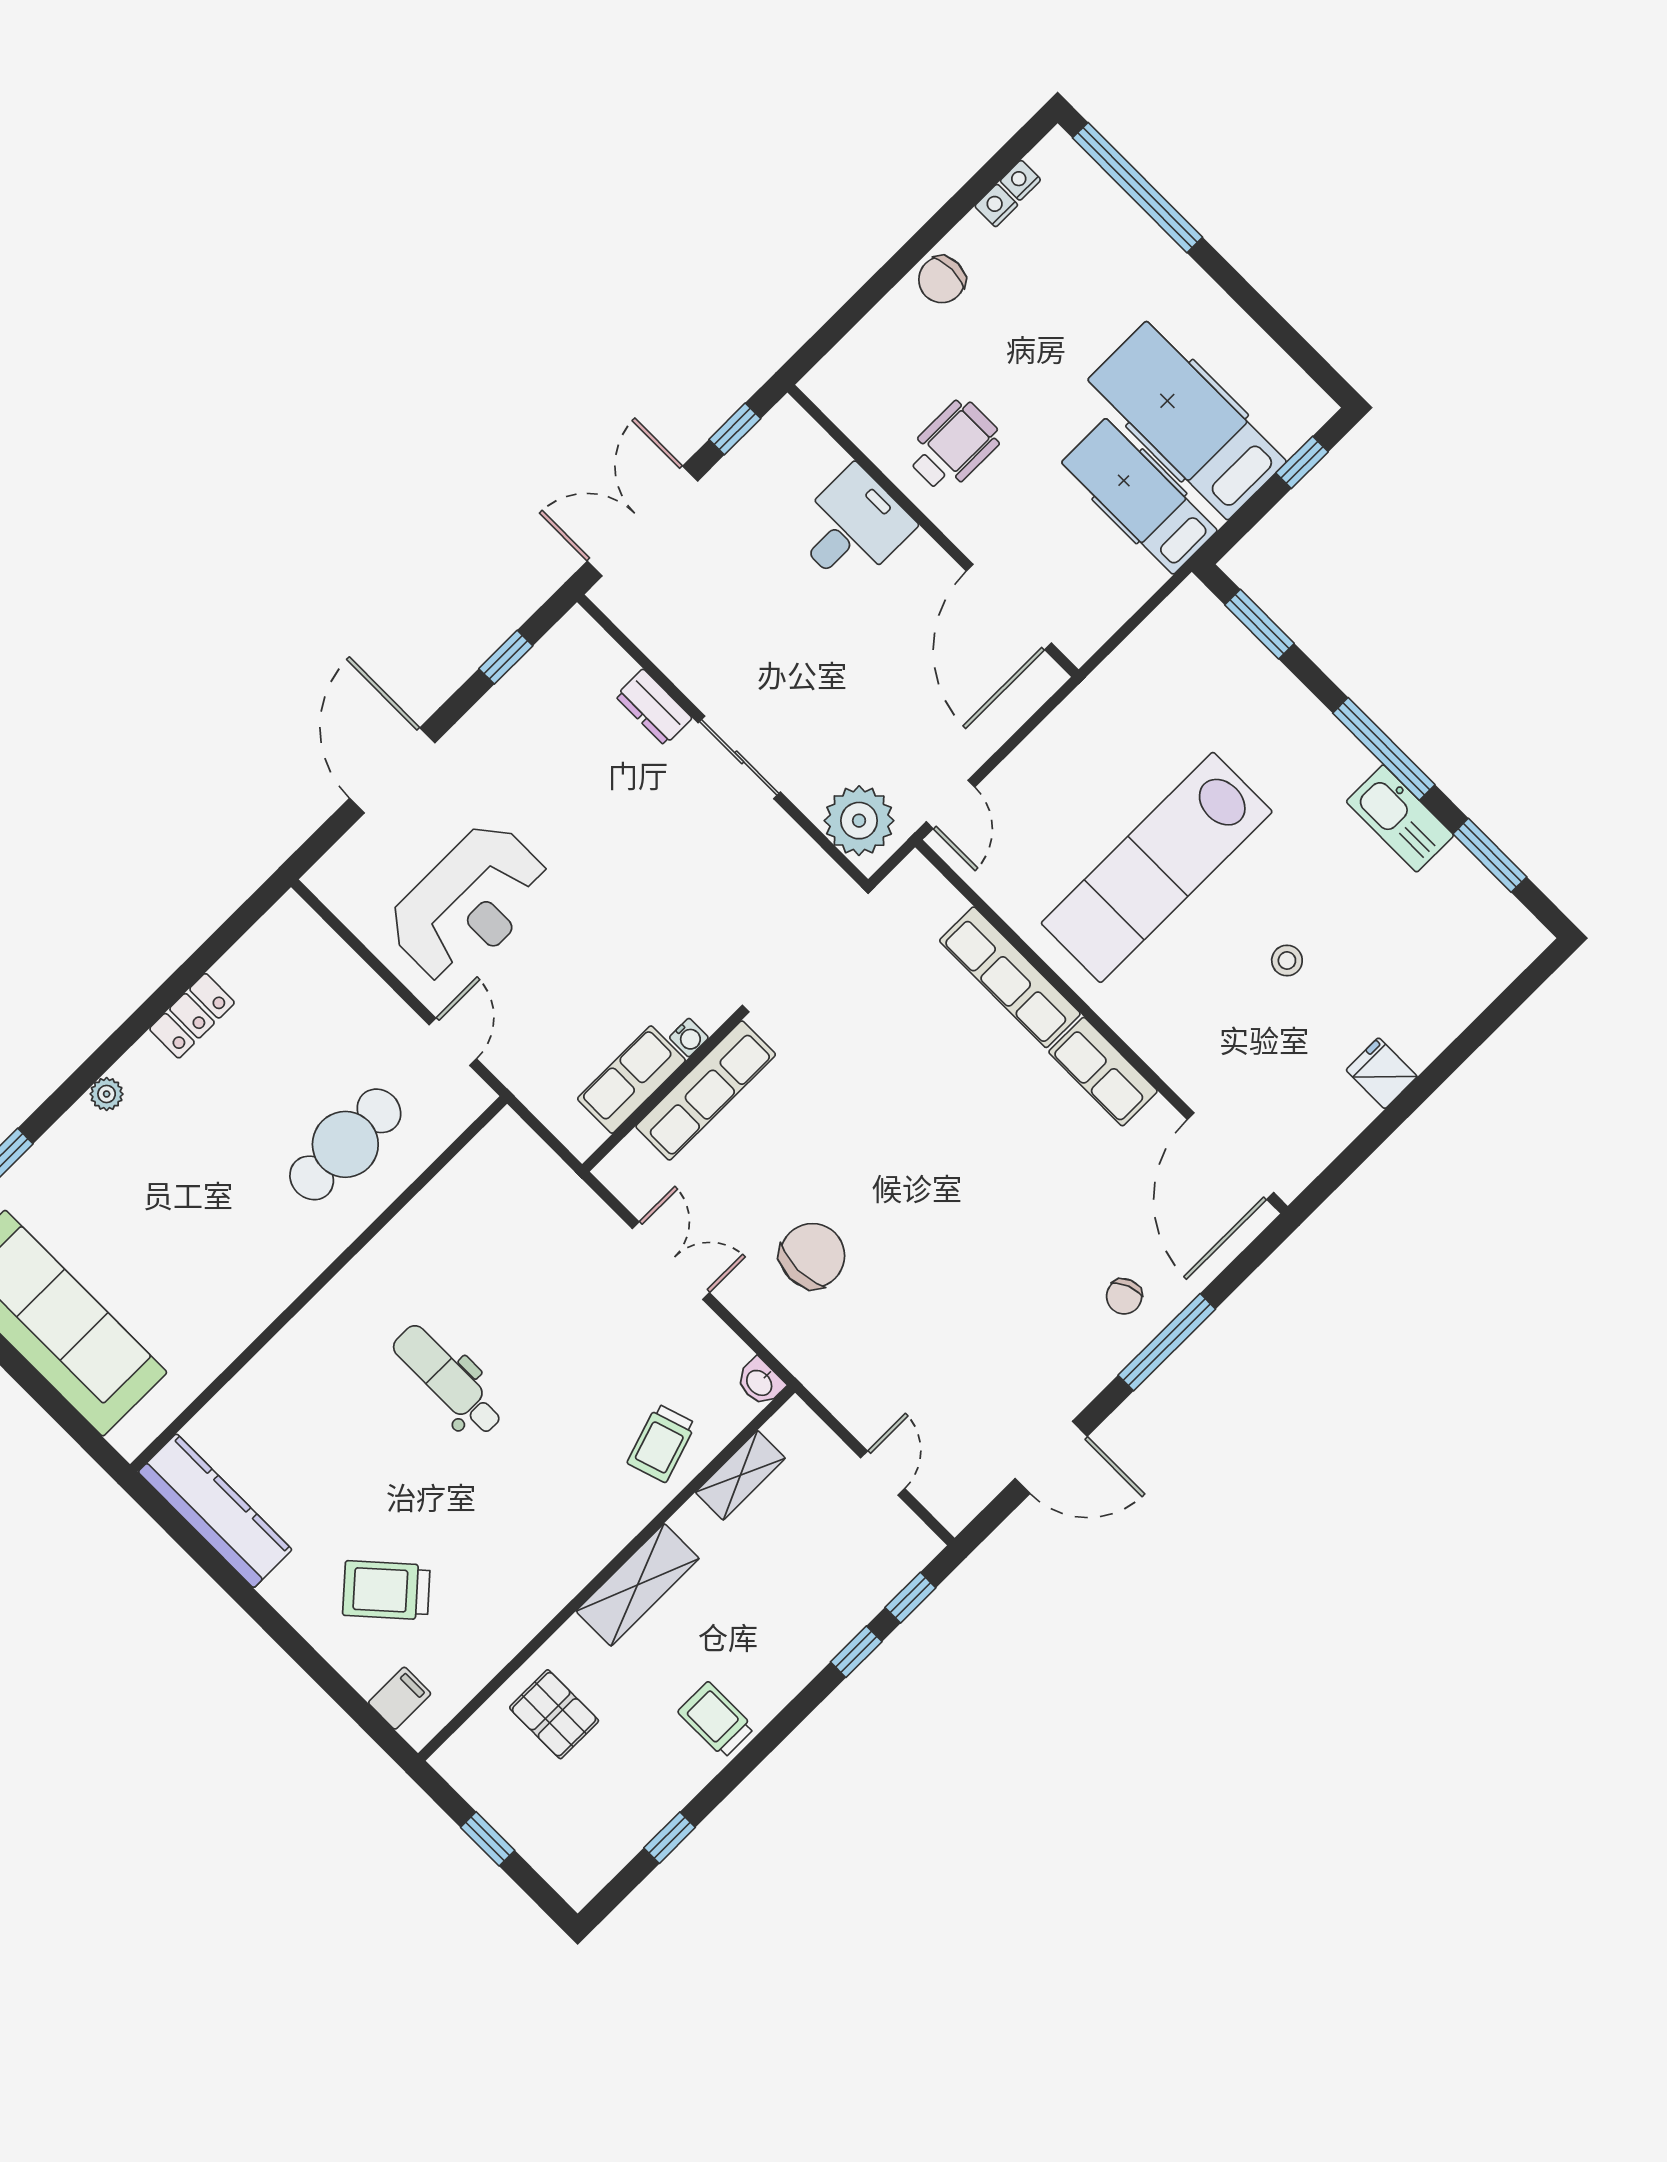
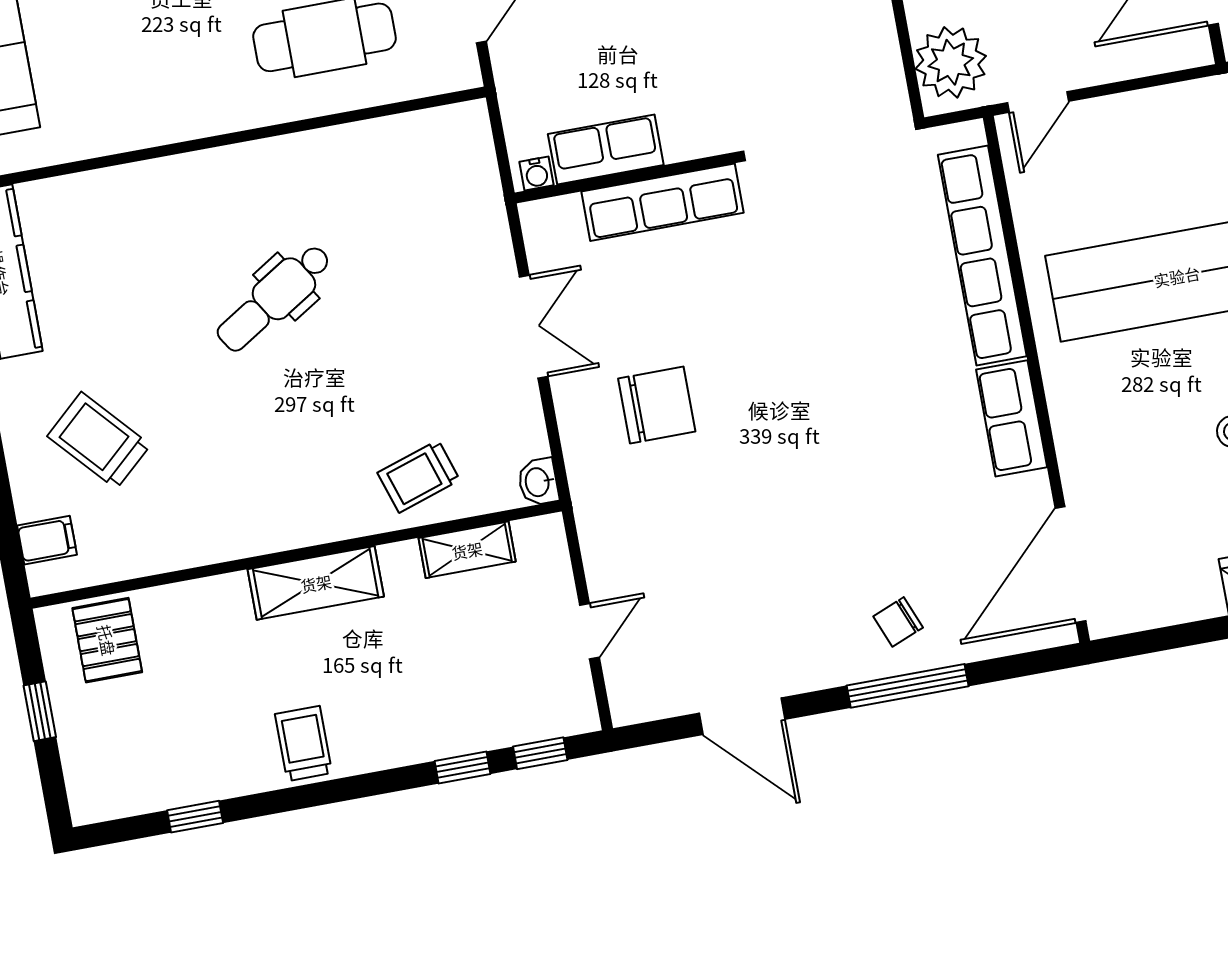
row of seats: (1010, 977) -> (982, 255), width x1.36
water cooler: (689, 1038) -> (536, 173), moved
dental chair: (448, 1380) -> (274, 298), turned -122
pallet: (554, 1714) -> (107, 640), moved

